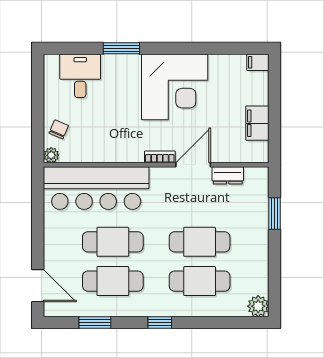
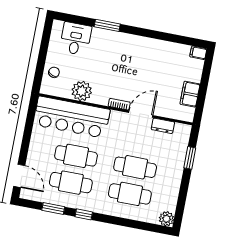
corner desk: (175, 87) -> (138, 59), removed
plant: (51, 155) -> (82, 91), moved, width x1.88, depth x1.88
window: (160, 323) -> (84, 214), moved

